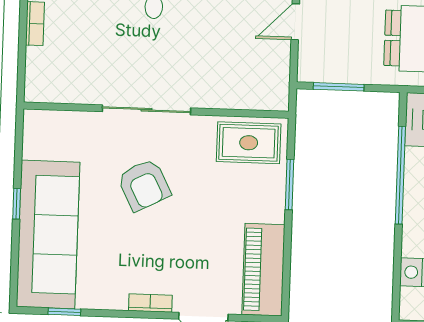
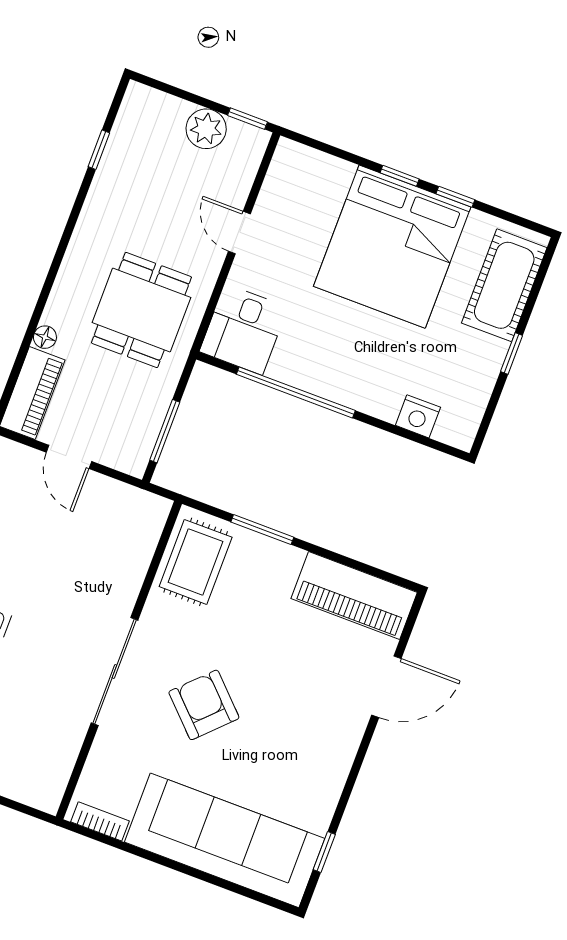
armchair: (144, 185) -> (204, 705), turned -108
window: (17, 204) -> (175, 866), removed
bookcase: (150, 303) -> (100, 821), moved, turned 90

